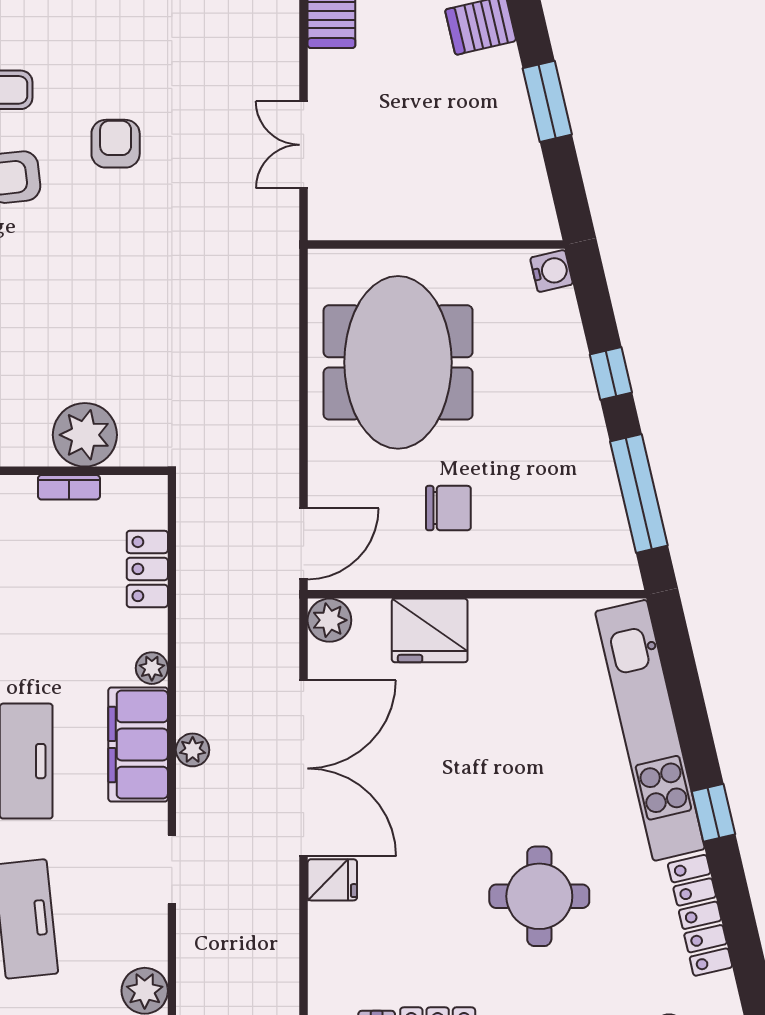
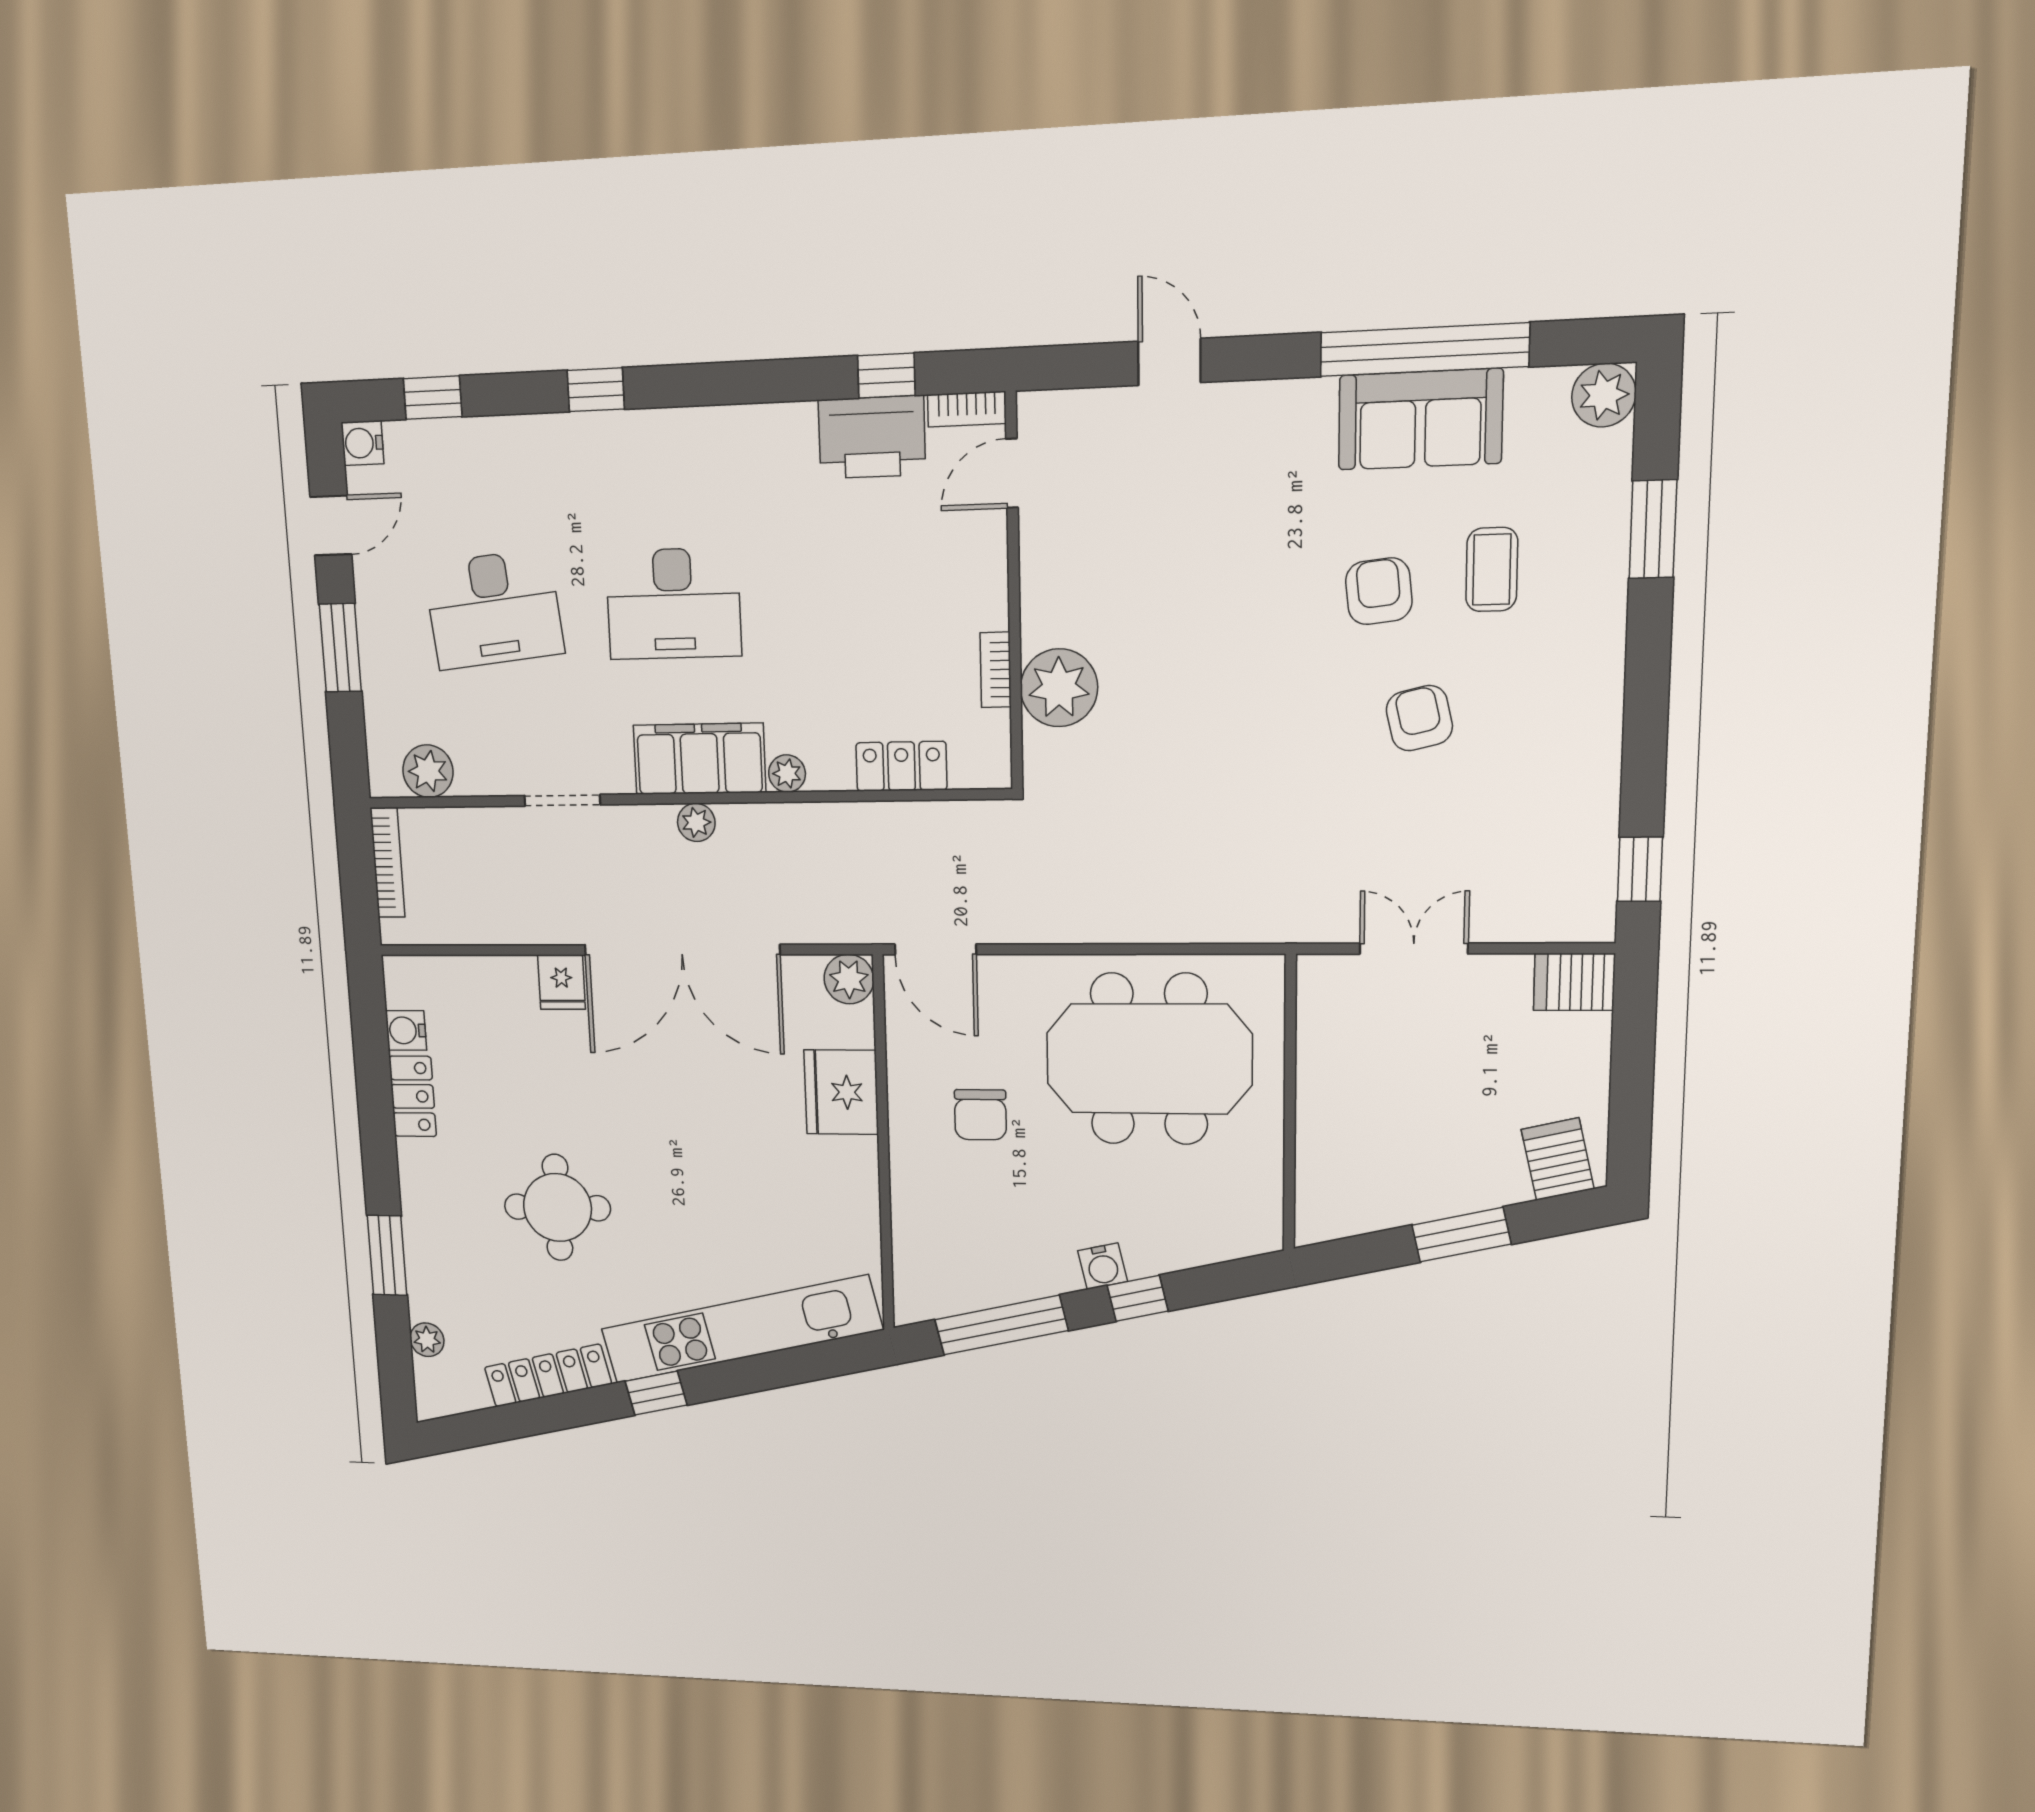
armchair: (116, 144) -> (1419, 718), turned -103
water cooler: (551, 271) -> (1103, 1266), moved

